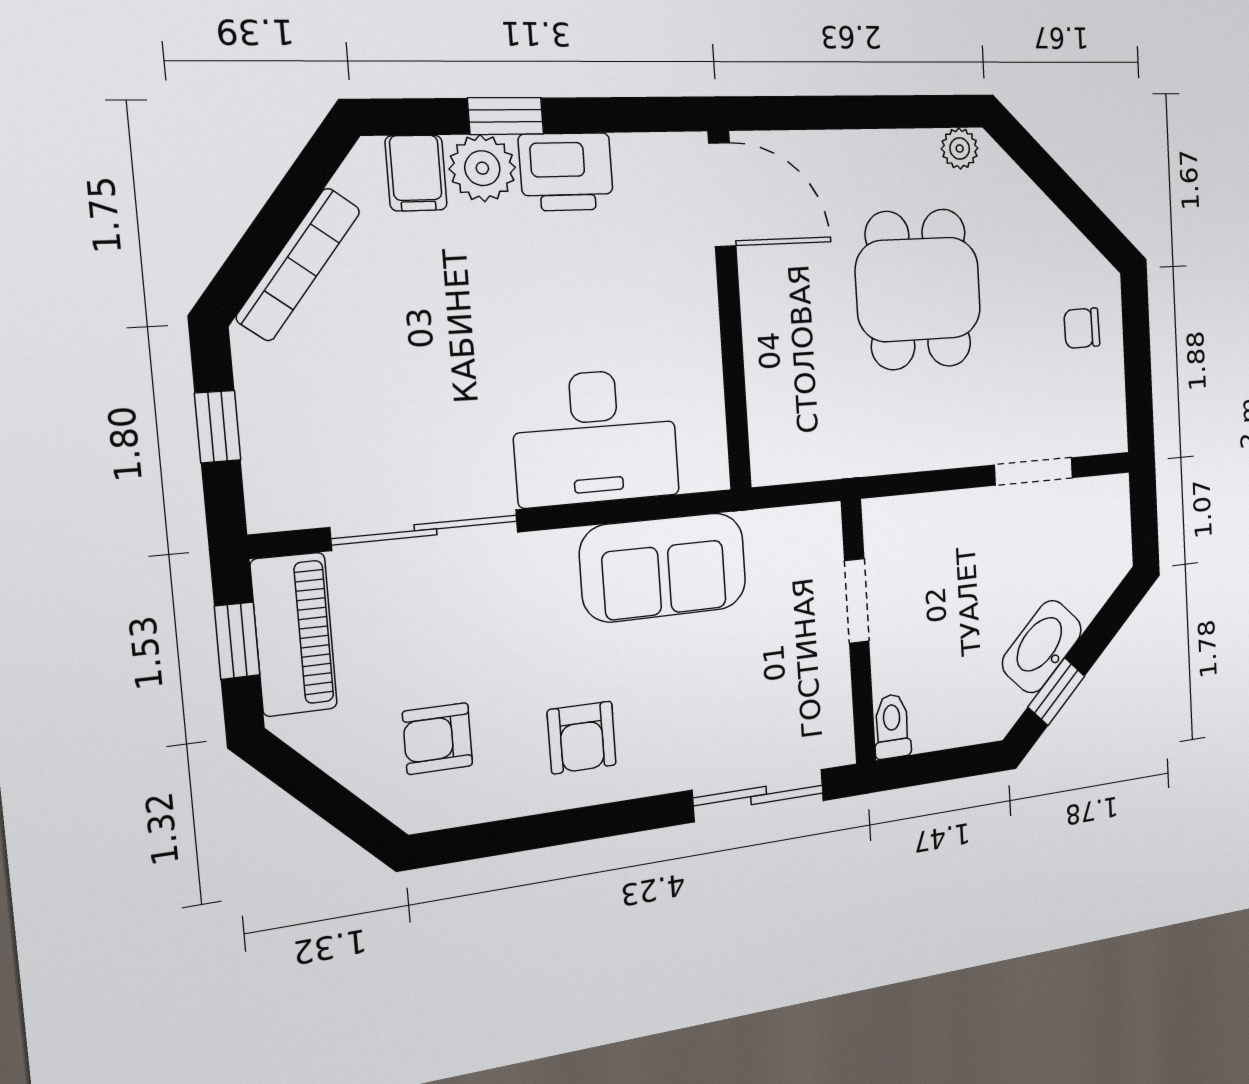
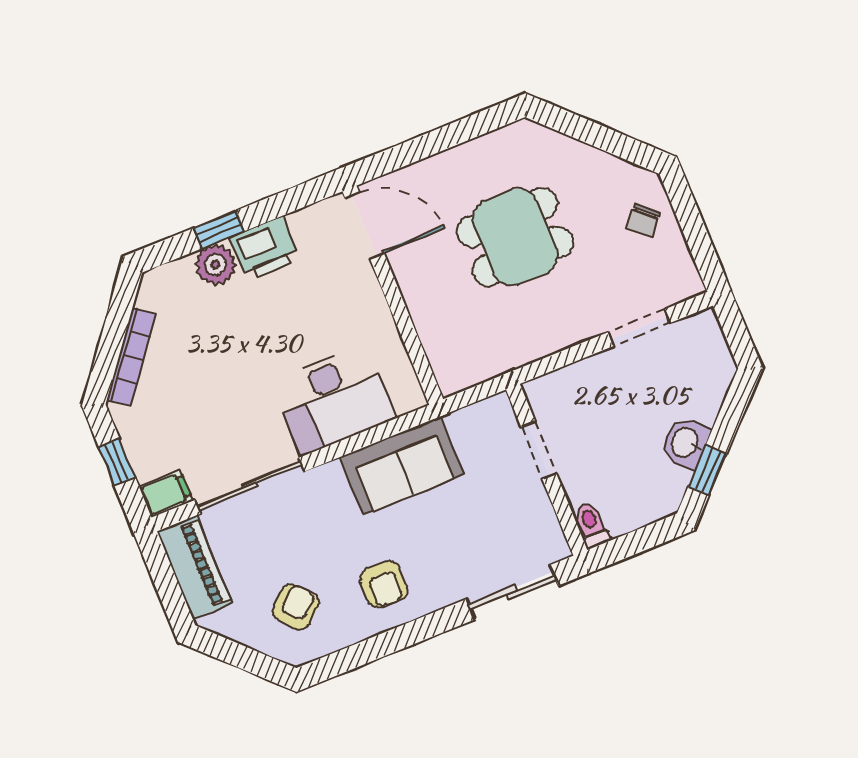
plant: (960, 149) -> (514, 137), removed
filing cabinet: (416, 173) -> (166, 494), moved, turned -90
dining table: (918, 289) -> (515, 237), turned 90
chair: (1082, 328) -> (643, 221), turned -47
window: (237, 641) -> (165, 579), removed
washbasin: (1042, 647) -> (686, 443), width x0.72
armchair: (438, 739) -> (296, 607), turned 139

